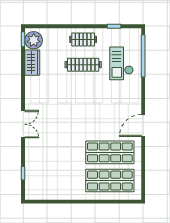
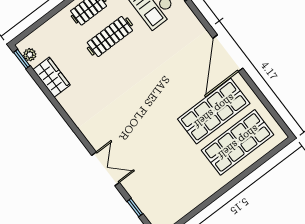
plant: (34, 40) -> (30, 55), width x0.53, depth x0.53
double door: (23, 124) -> (105, 169), moved
door: (143, 125) -> (228, 53), width x1.36

